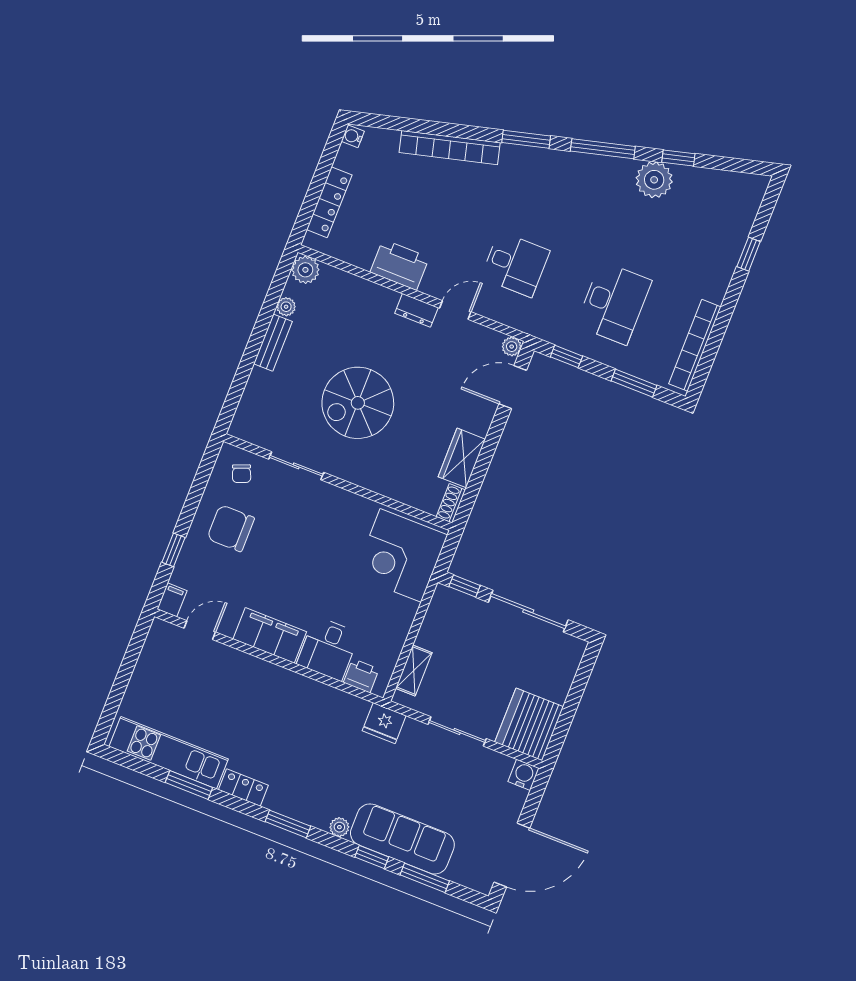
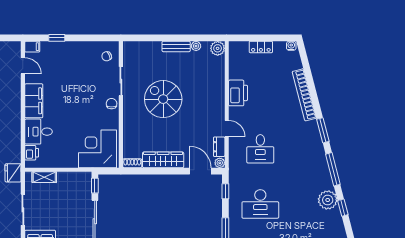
locker: (329, 202) -> (261, 47), width x0.66
dresser: (417, 310) -> (219, 147), moved
wardrobe: (462, 458) -> (163, 160), width x1.50
chair: (231, 528) -> (112, 104), moved, width x0.54, depth x0.54

